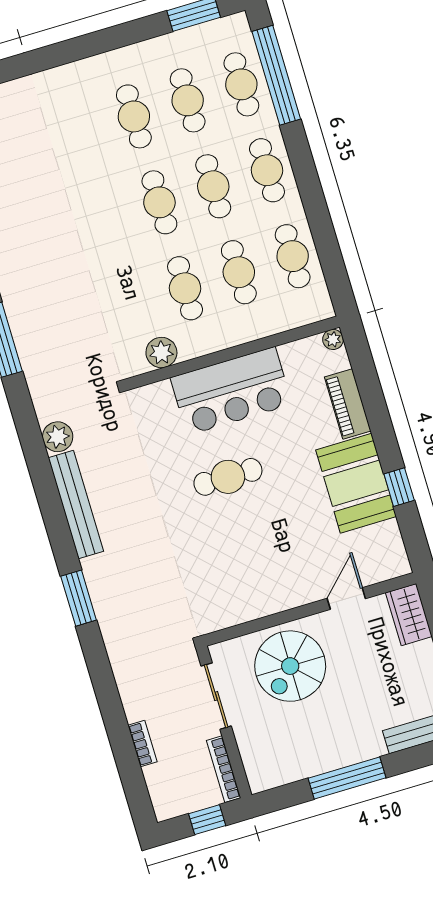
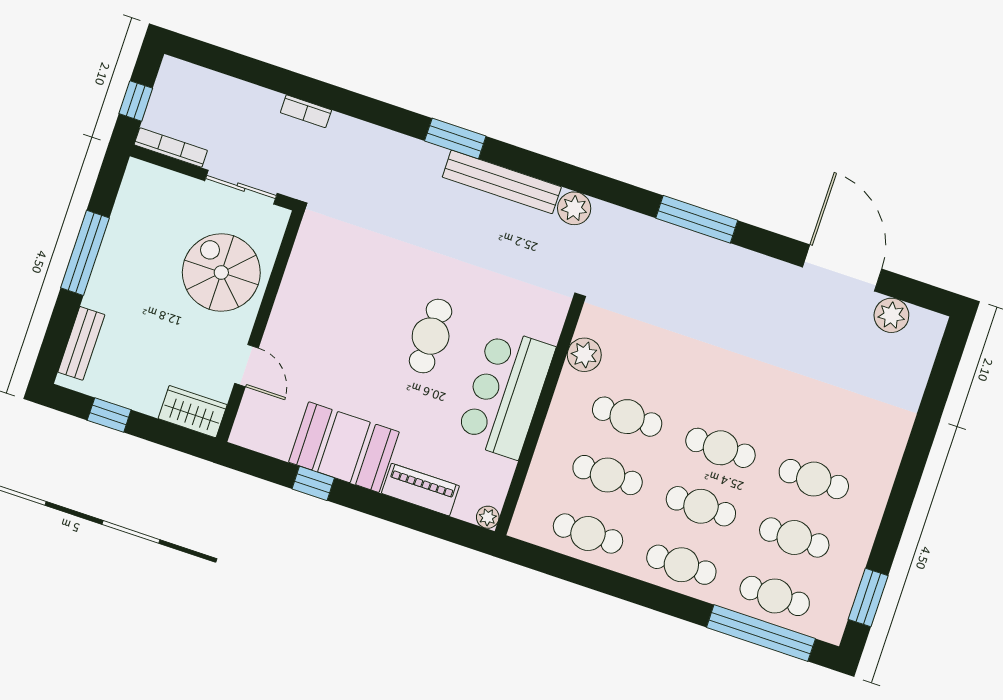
window: (79, 598) -> (455, 139), moved
bookcase: (142, 744) -> (306, 111), moved

